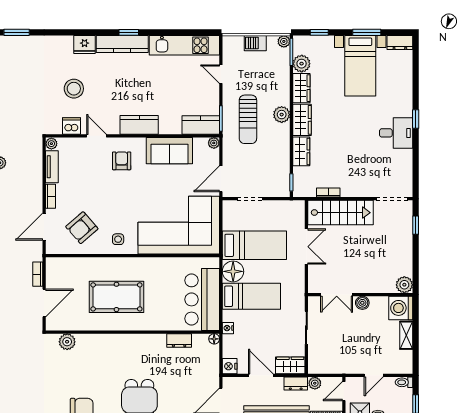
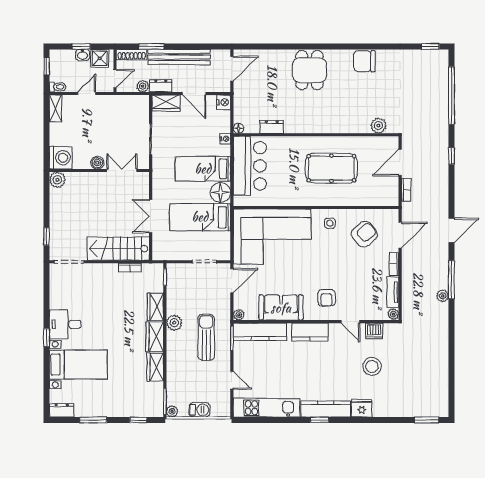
plant: (302, 64) -> (155, 390), removed
bed with nightstands: (360, 66) -> (78, 365), moved, turned 90
plant: (282, 115) -> (174, 323), moved
kitchen counter: (201, 125) -> (260, 332), width x1.50
shelving: (406, 335) -> (55, 108), moved

